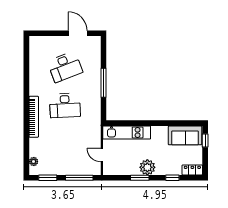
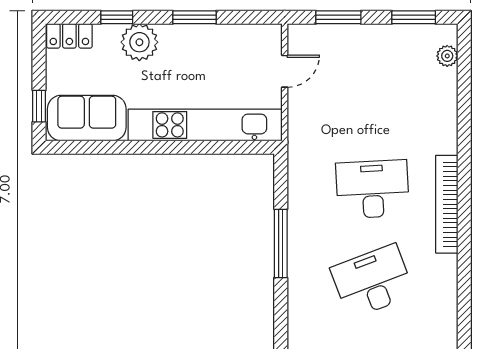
bookcase: (34, 117) -> (447, 204), moved
kitchen unit: (127, 133) -> (205, 125), width x1.36
door: (102, 155) -> (285, 71), hinge flipped
plant: (147, 167) -> (139, 42), moved
window: (79, 178) -> (338, 17), width x0.69

